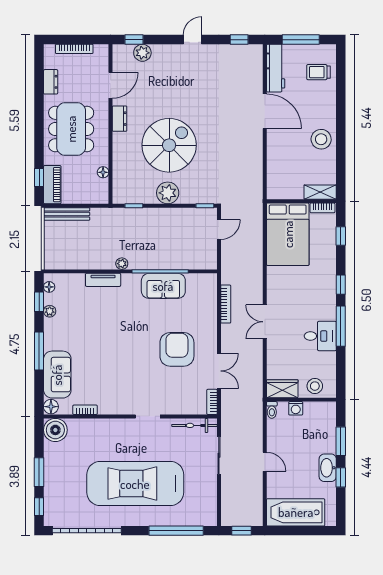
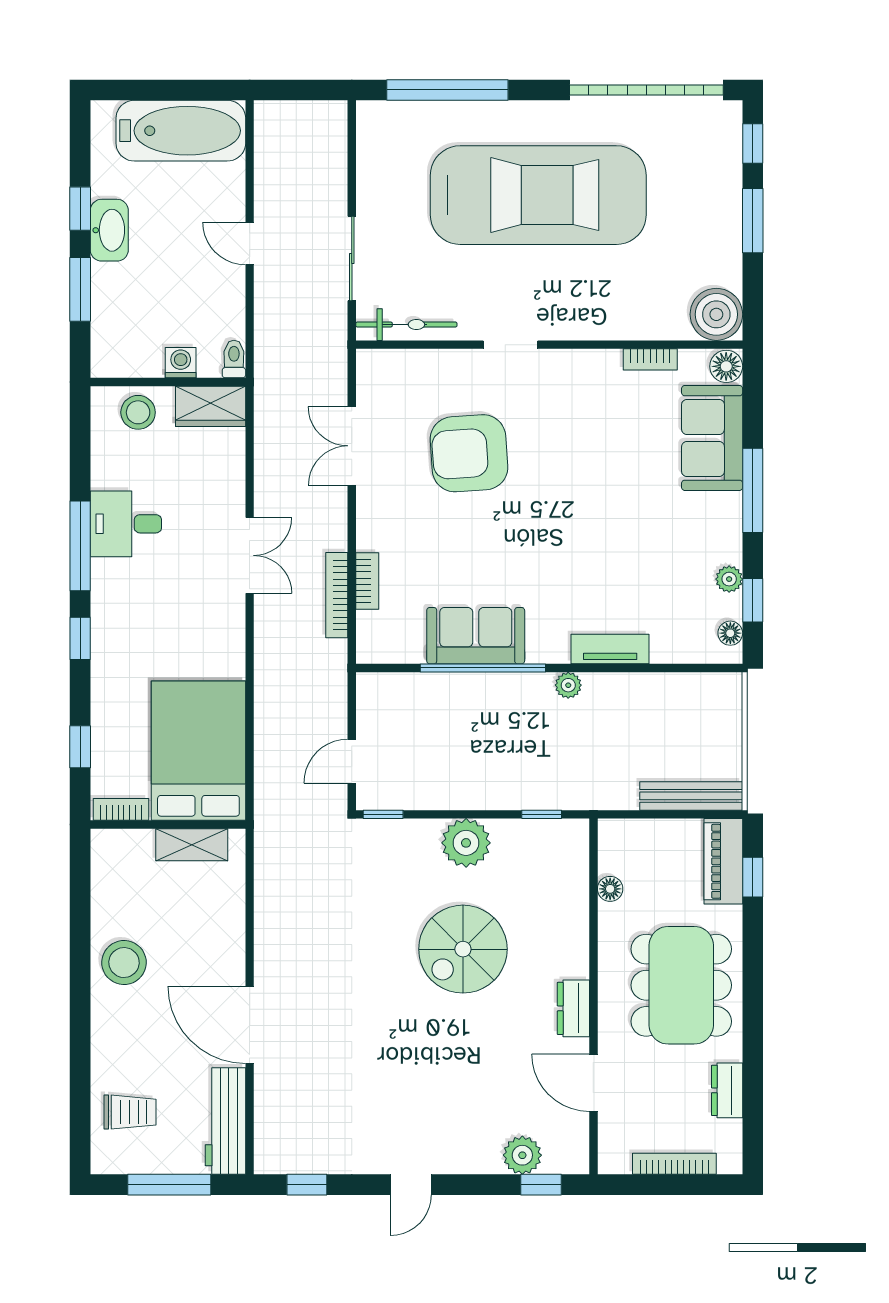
door: (111, 85) -> (593, 1083), hinge flipped
spiral stairs: (169, 145) -> (463, 949), width x0.73, depth x0.73
shelving: (320, 192) -> (192, 845), moved
armchair: (177, 349) -> (469, 453), moved, turned 86
bookcase: (212, 402) -> (367, 581), moved
window: (241, 531) -> (302, 90), removed

